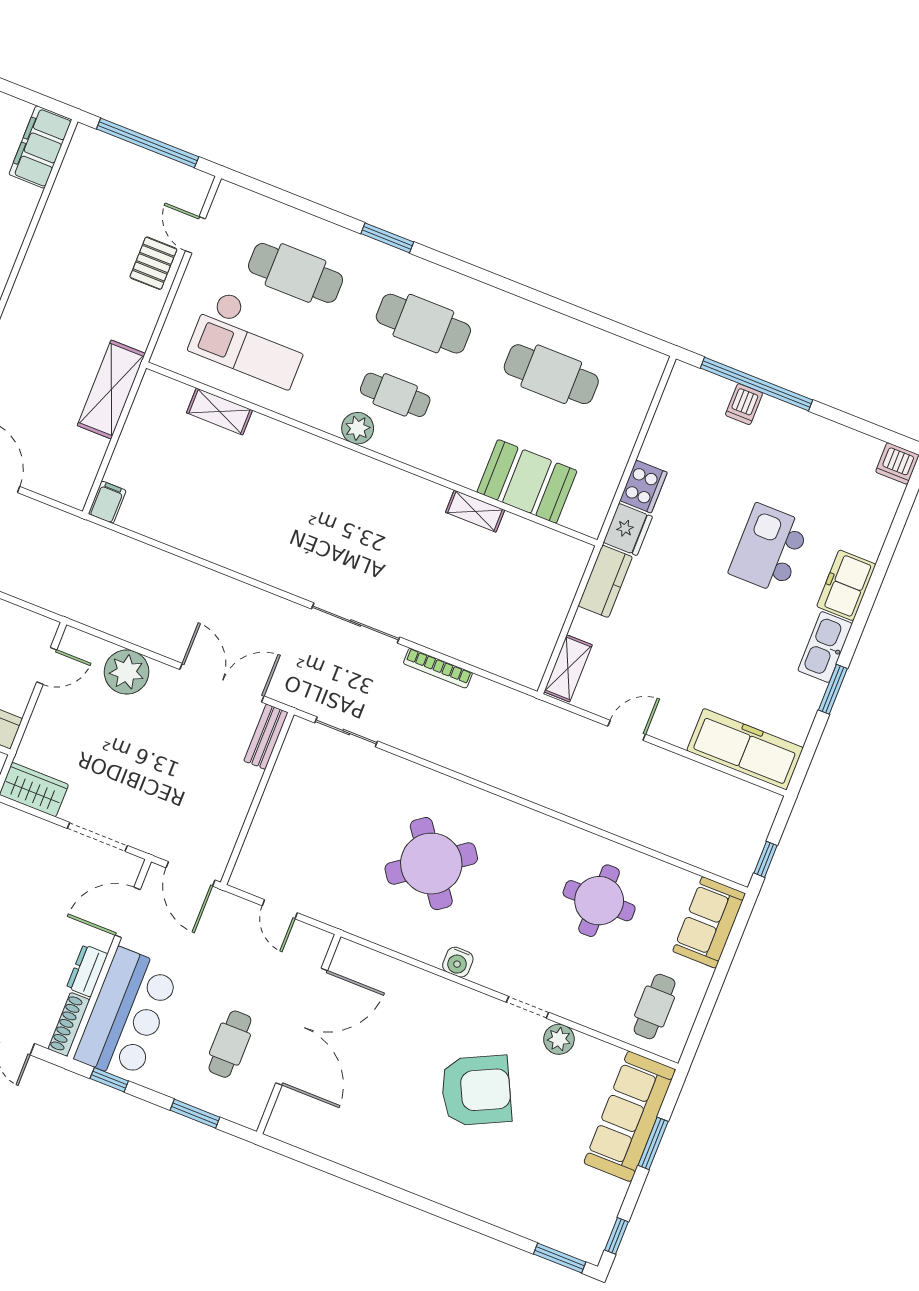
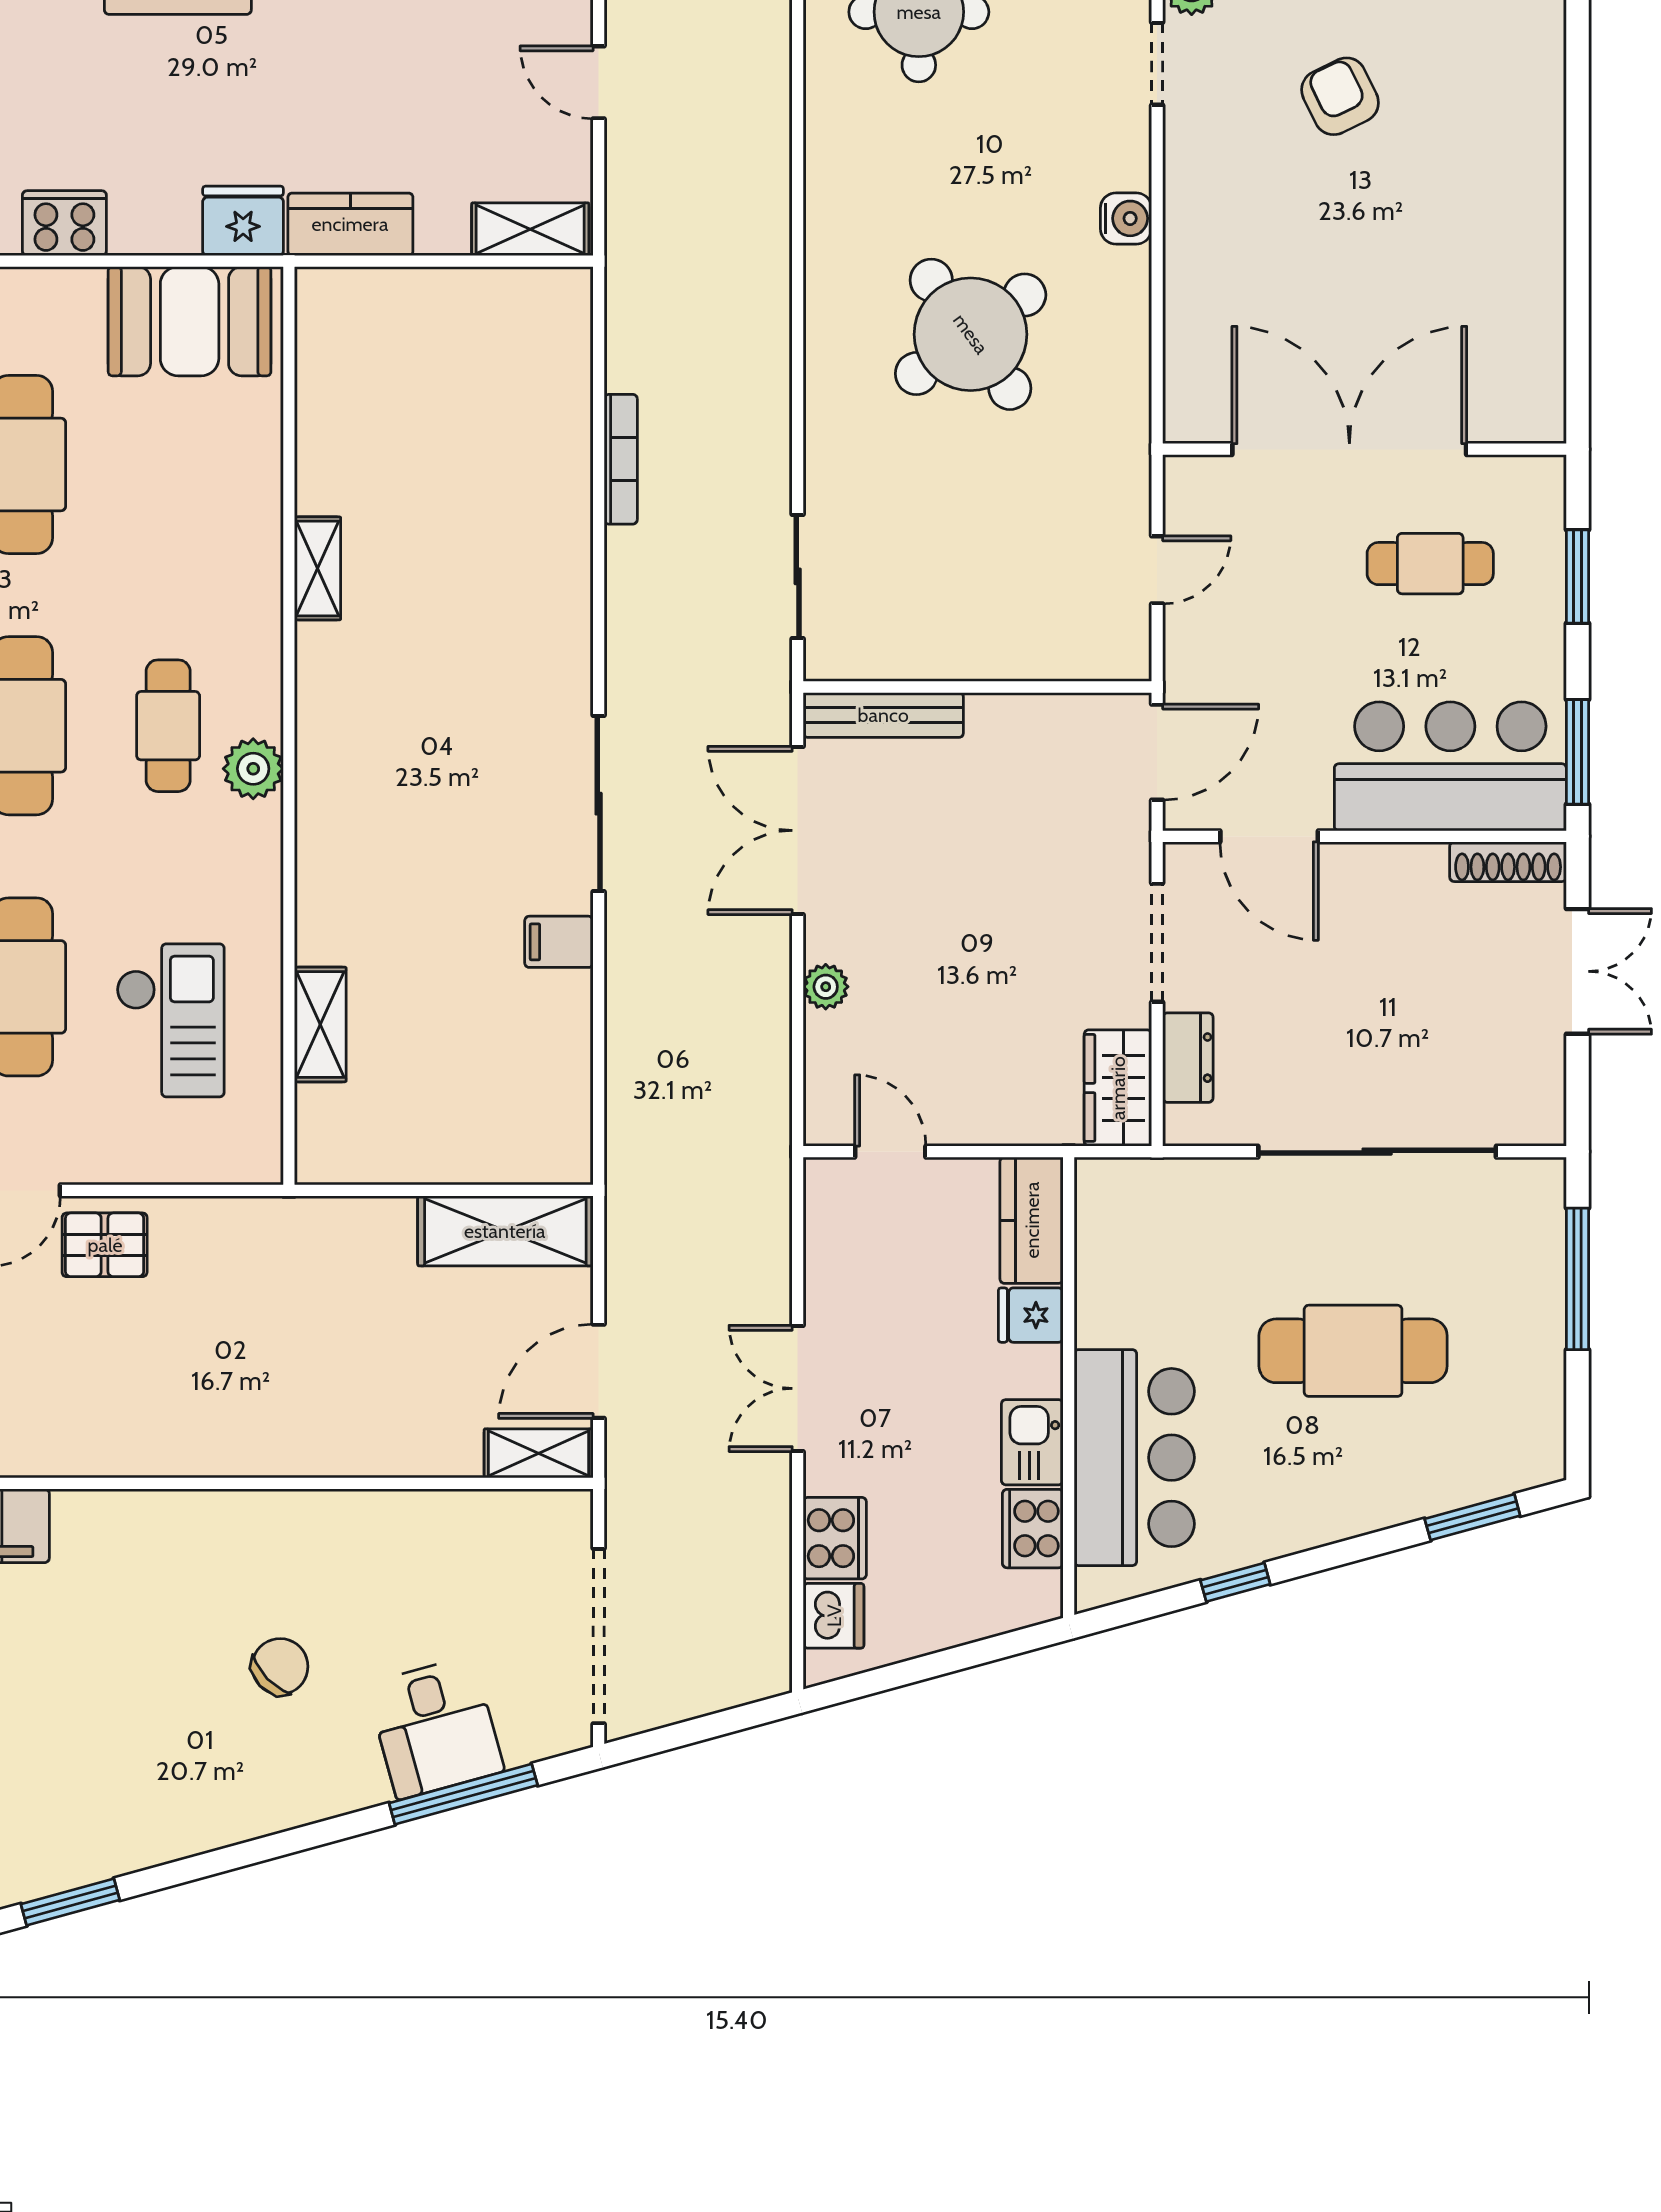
checkout: (251, 339) -> (170, 1020), width x0.73, depth x0.83
shelving: (111, 389) -> (505, 1231), moved
booth: (527, 481) -> (190, 321), moved, turned 90
cooker: (643, 487) -> (64, 223), moved
filing cabinet: (107, 502) -> (559, 942), moved
shelving: (475, 511) -> (318, 568), moved
sliding door: (356, 623) -> (599, 804), moved
plant: (127, 672) -> (826, 987), width x0.53, depth x0.53
bench: (266, 737) -> (883, 715), width x1.36
dresser: (87, 971) -> (1188, 1058), moved, turned -90
window: (109, 1080) -> (1577, 752), width x1.50
armchair: (476, 1091) -> (1340, 96), width x0.53, depth x0.53

